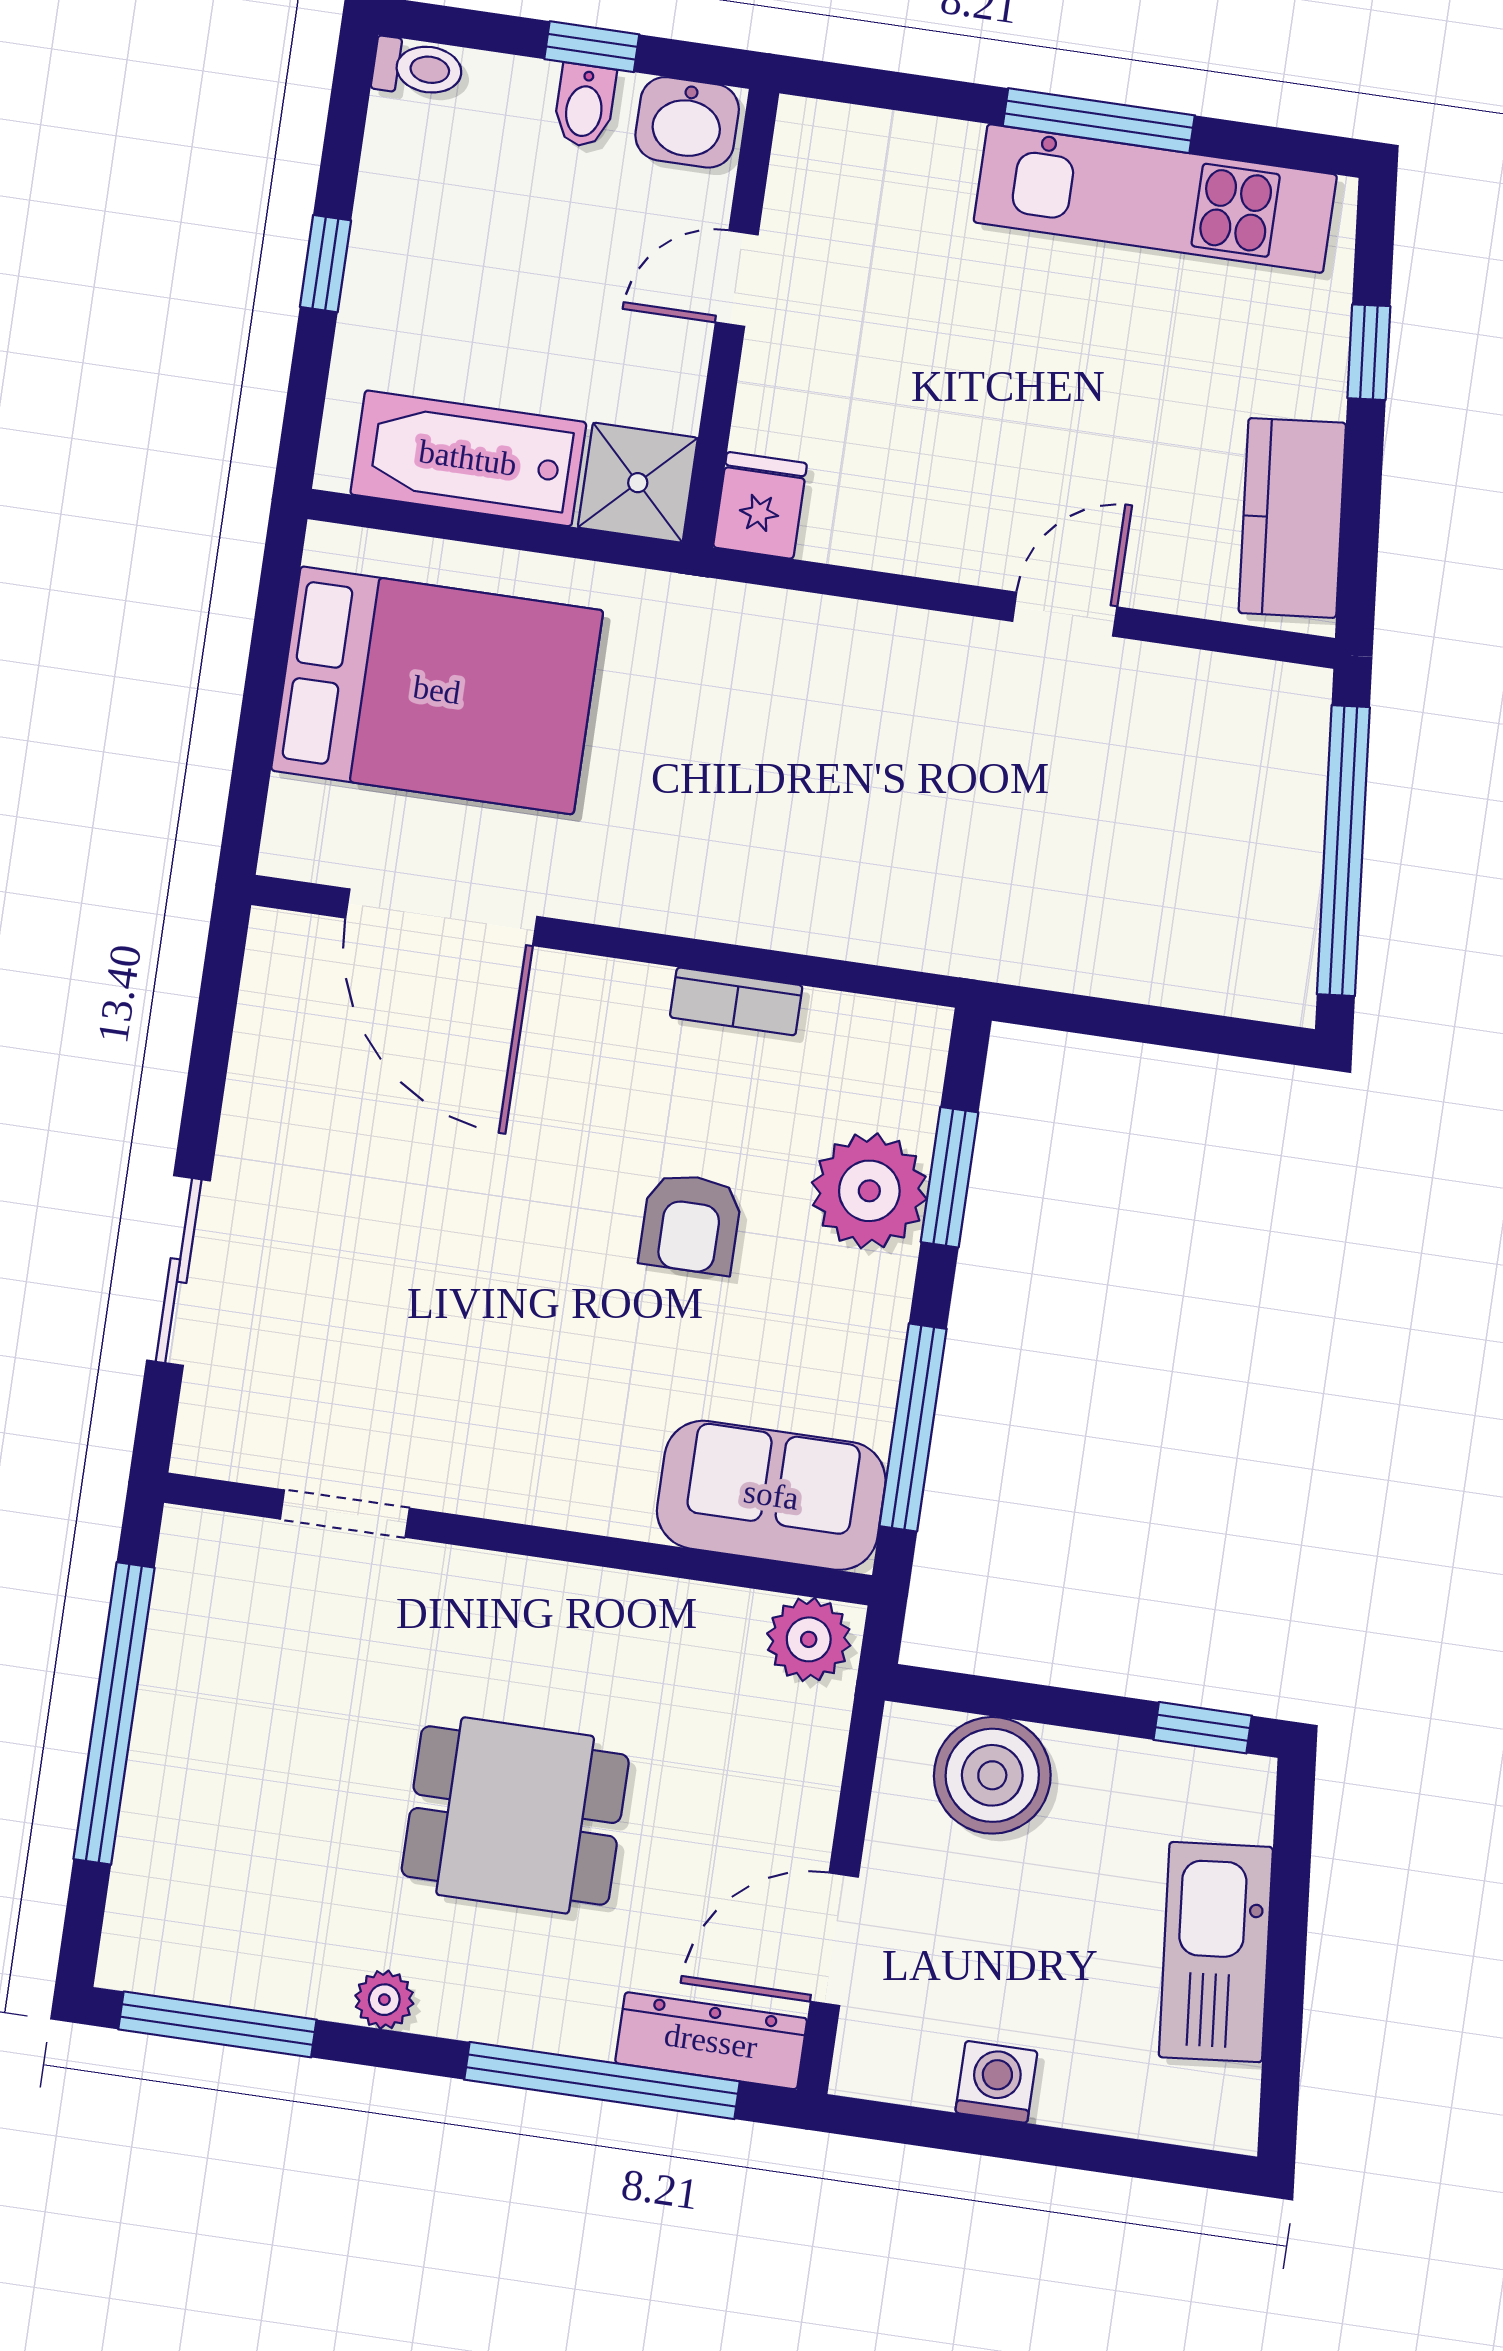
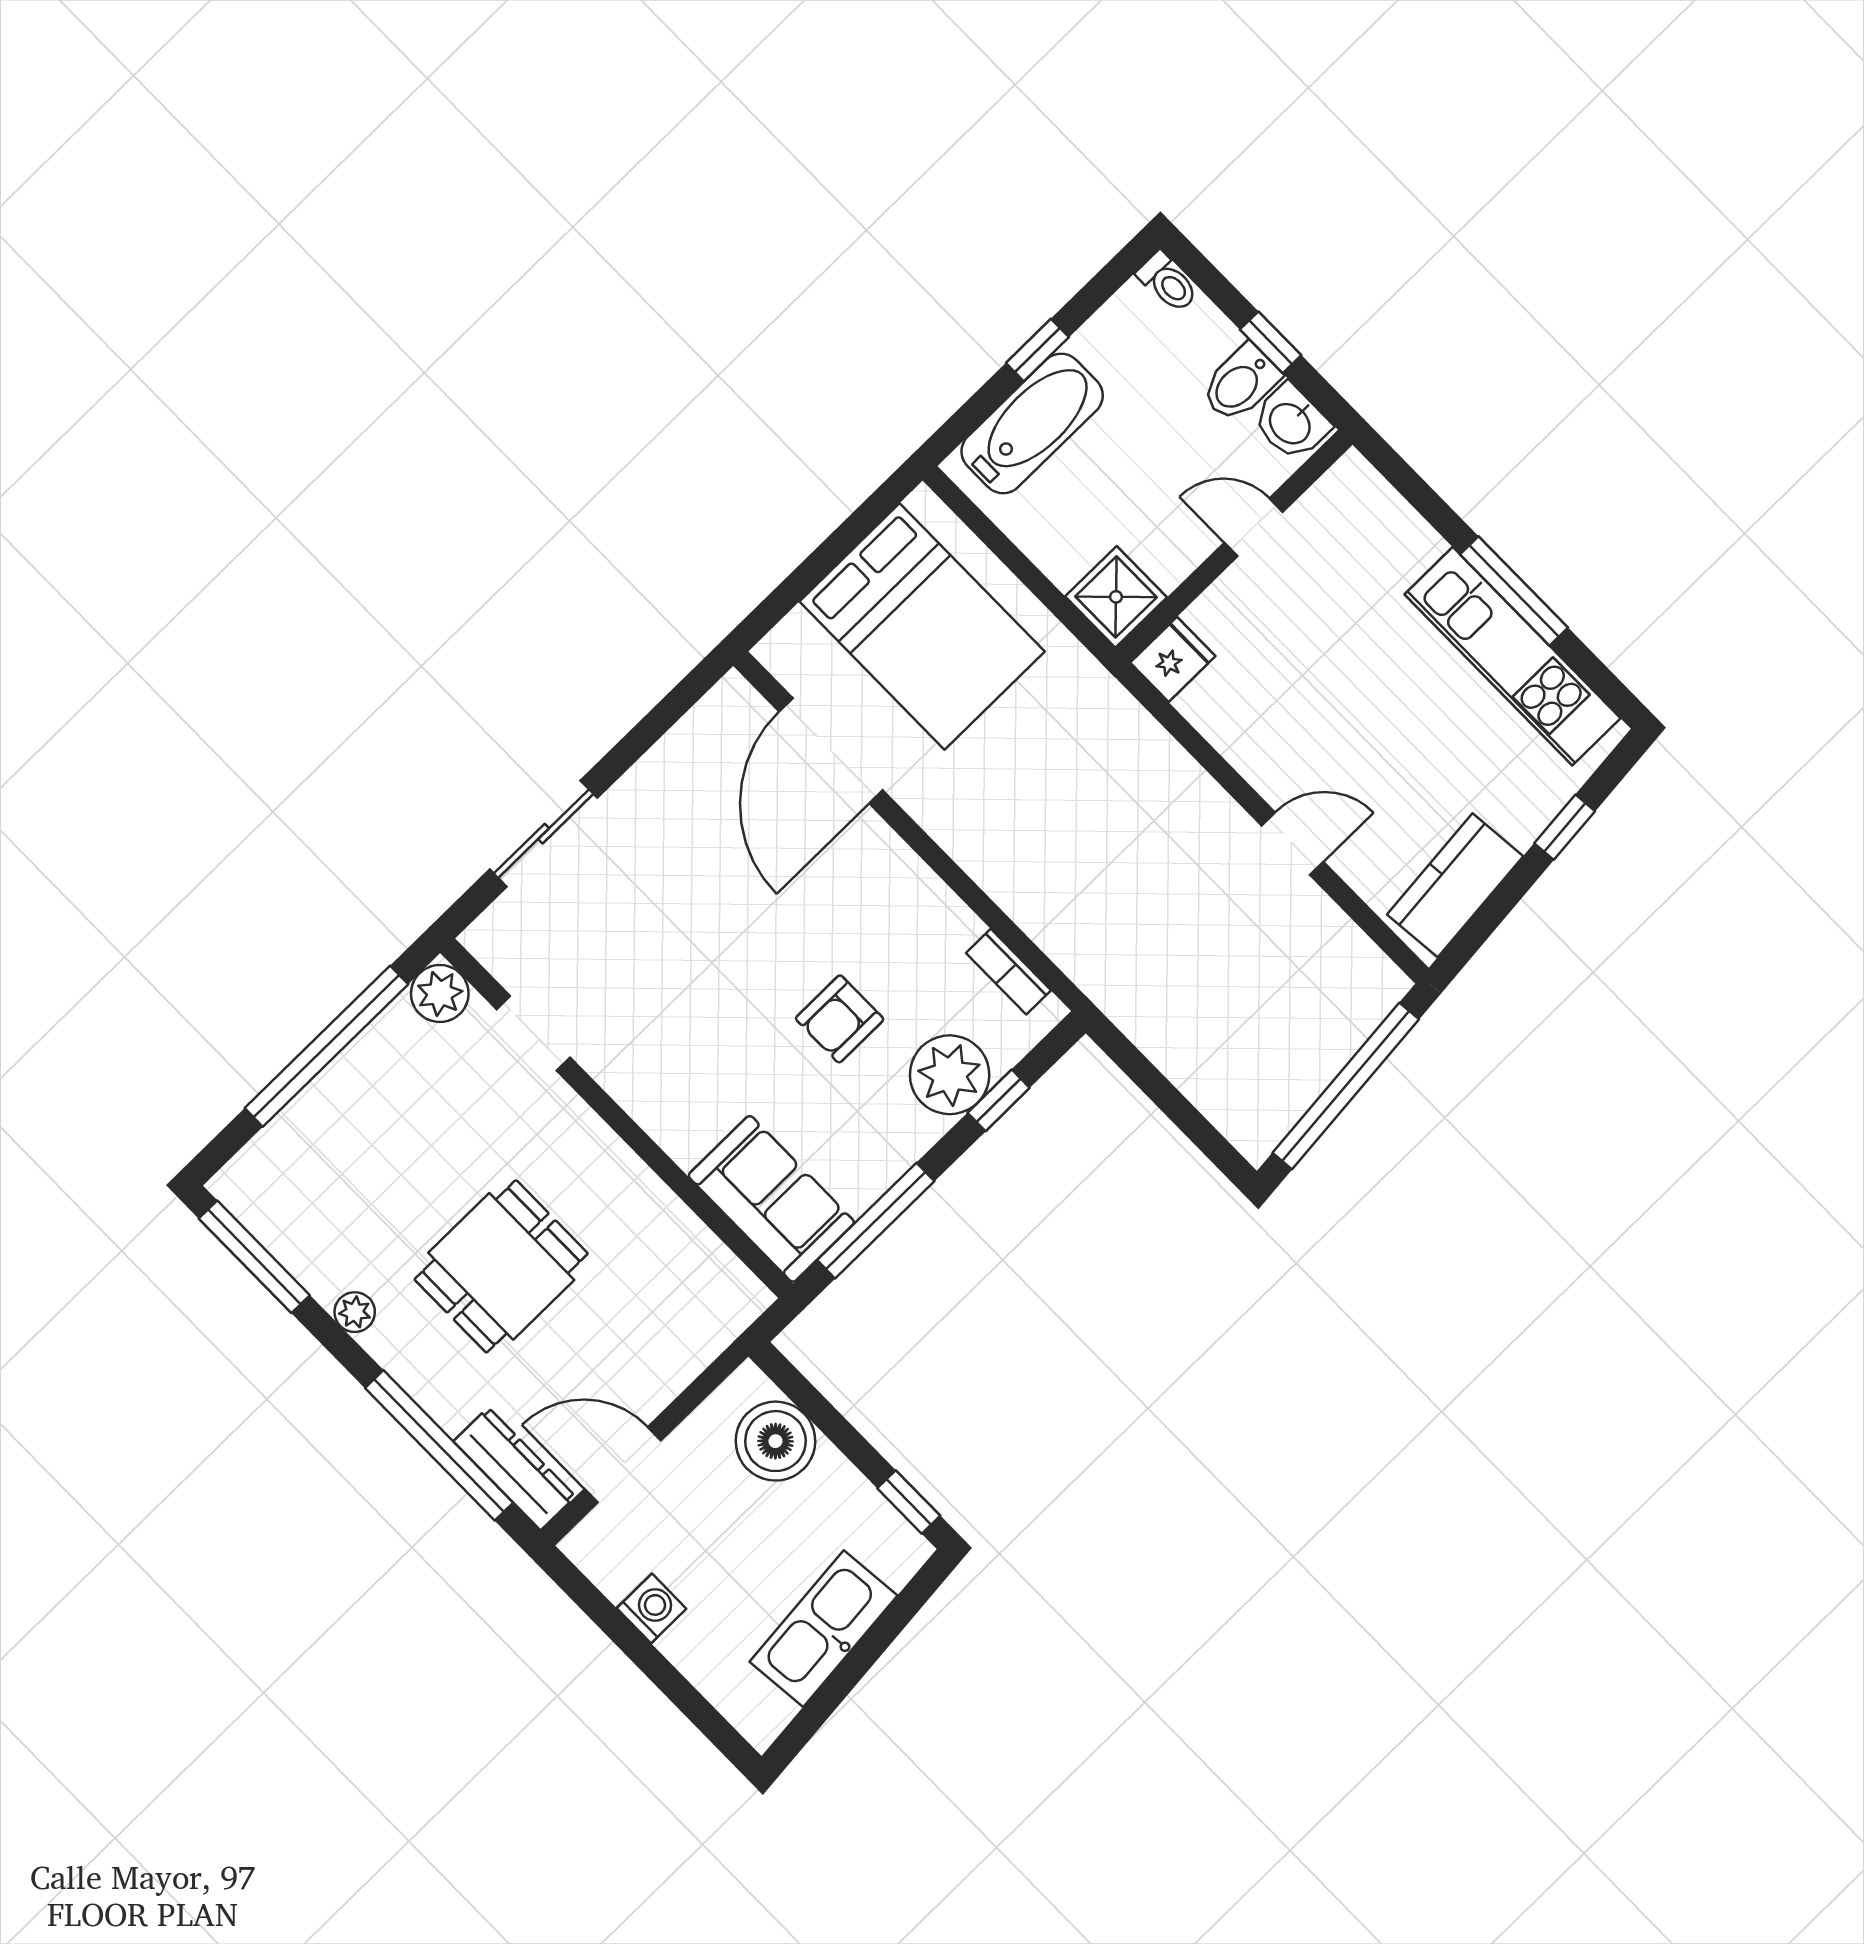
bidet: (585, 106) -> (1240, 383), width x1.38, depth x1.36
bathtub: (468, 458) -> (1032, 423), moved, turned 90
bookcase: (736, 1001) -> (1009, 972), moved
window: (949, 1177) -> (999, 1100), width x0.67
plant: (809, 1639) -> (440, 993), moved
dining table: (515, 1815) -> (501, 1266), turned 90

